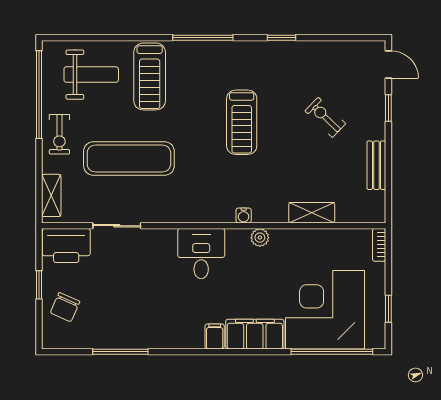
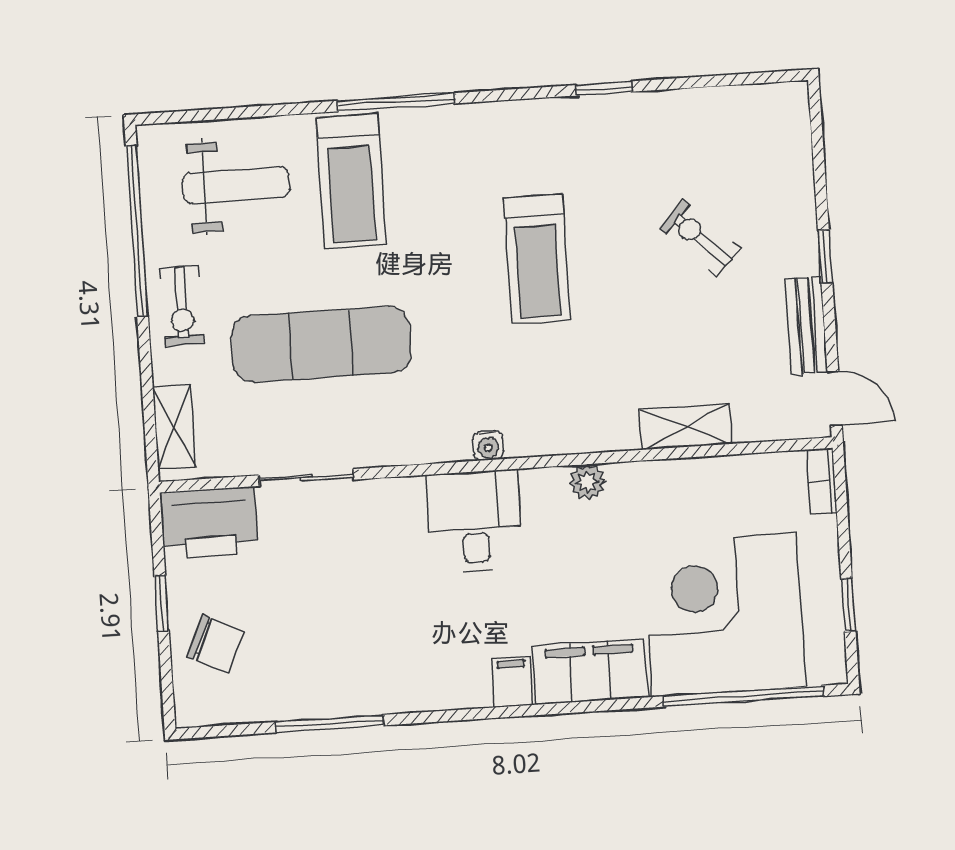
window: (203, 38) -> (396, 102), moved
door: (388, 65) -> (835, 398), moved
window: (388, 108) -> (825, 256), moved
water cooler: (244, 215) -> (488, 445), moved
chair: (65, 307) -> (215, 644), turned -89

